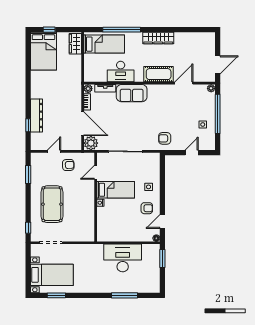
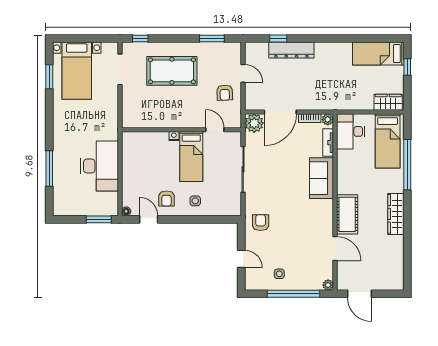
bed: (43, 51) -> (378, 54), width x0.67
desk: (121, 72) -> (351, 131), moved

